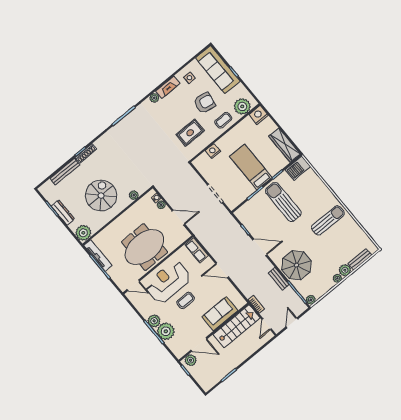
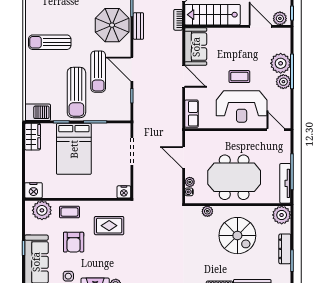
armchair: (204, 103) -> (74, 242), turned -100
wardrobe: (285, 145) -> (33, 137), width x0.67
nightstand: (213, 151) -> (124, 192), moved
bed: (251, 167) -> (74, 149), width x1.50
spiral stairs: (101, 196) -> (237, 236), turned -90
sun lounger: (280, 227) -> (98, 72), added
meeting table: (144, 247) -> (234, 177), moved
sofa: (220, 314) -> (196, 47), moved, turned -90

